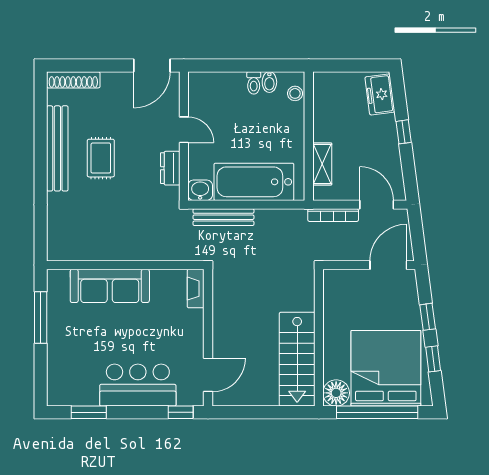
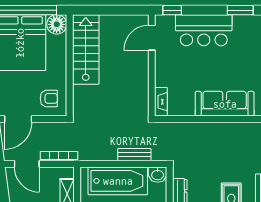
bench: (223, 217) -> (134, 155), width x0.73
armchair: (347, 293) -> (49, 98), added

